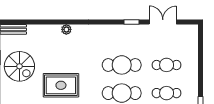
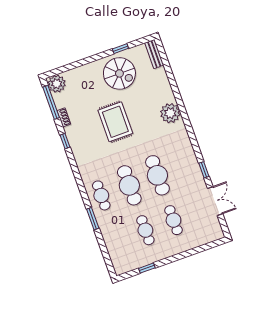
plant: (66, 29) -> (170, 113), width x1.87, depth x1.87
spiral stairs: (19, 66) -> (119, 73), turned -90

